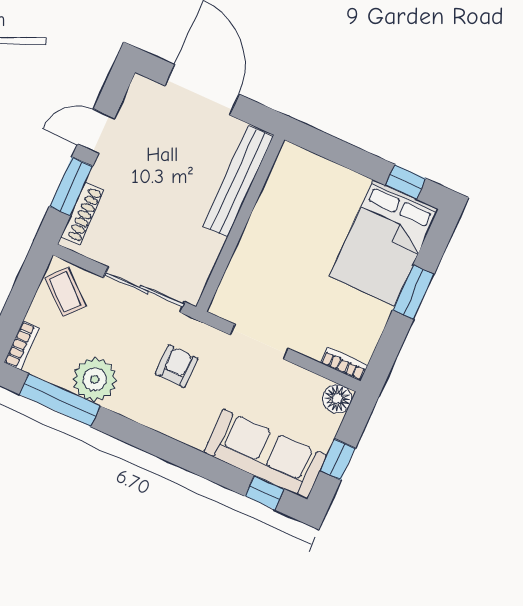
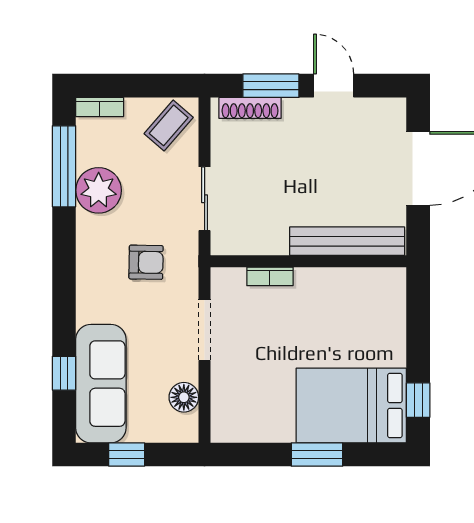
sliding door: (144, 290) -> (205, 199), width x0.73
bookcase: (344, 364) -> (270, 276), moved, turned 90
floor lamp: (337, 399) -> (184, 397), moved
window: (265, 493) -> (64, 373), moved

